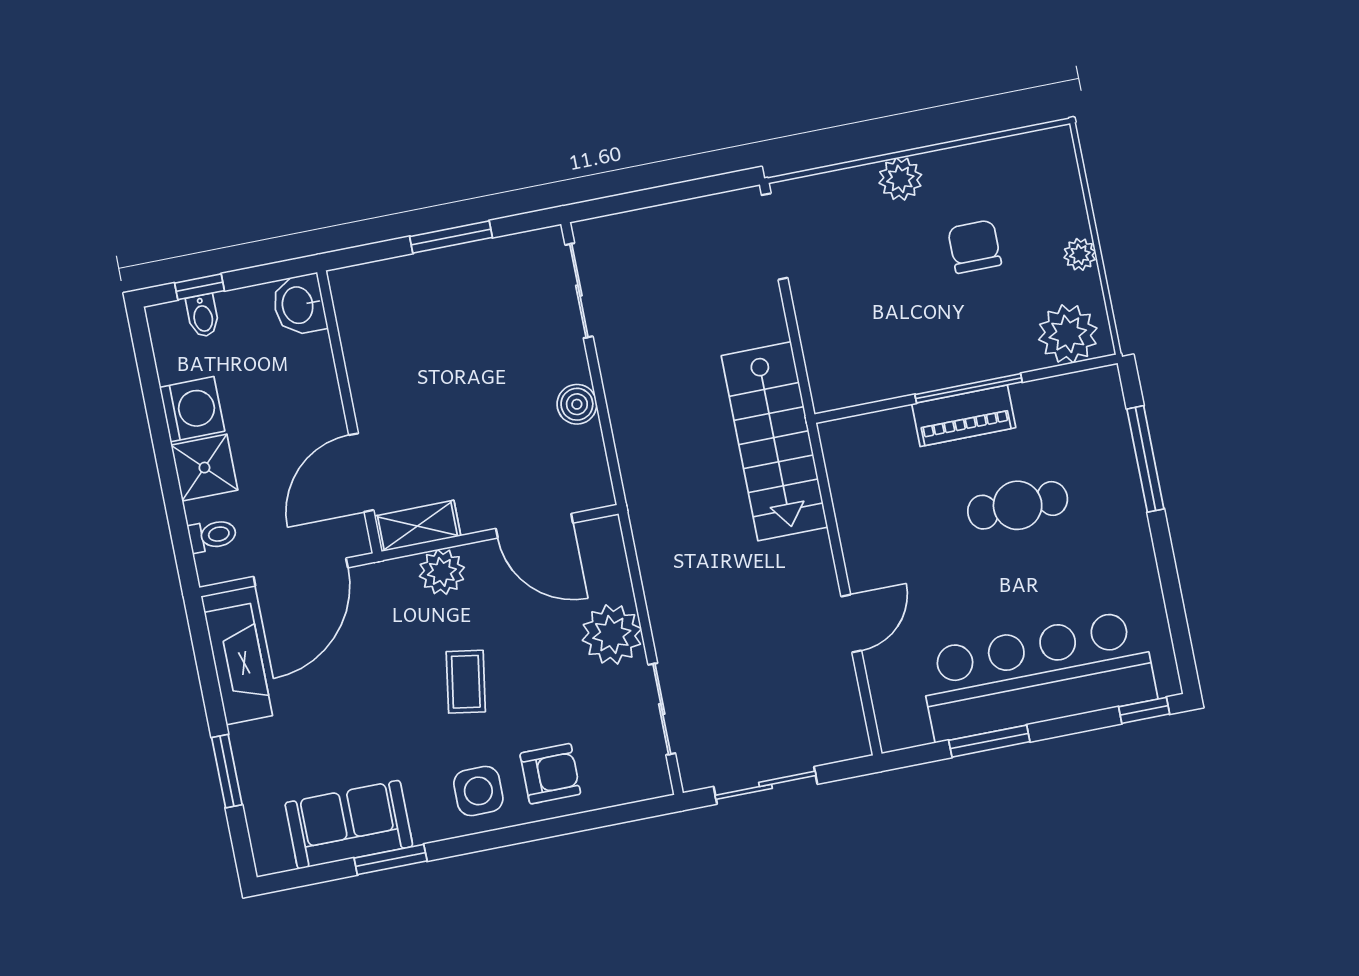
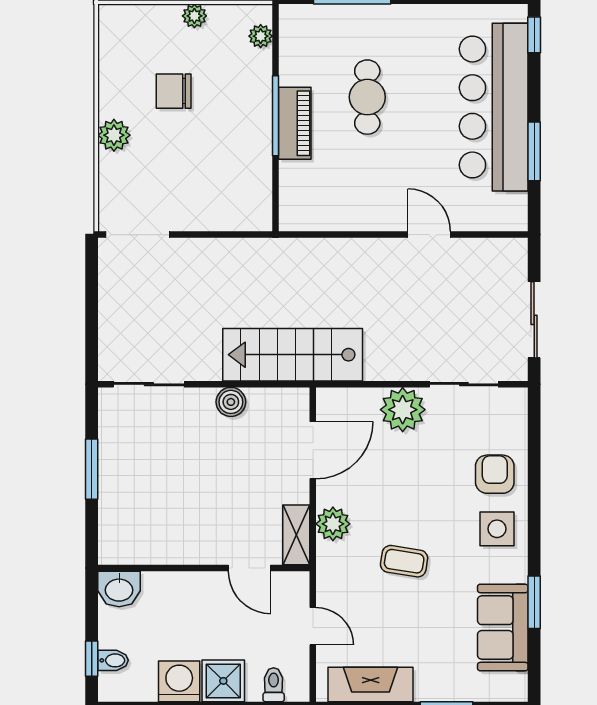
plant: (1068, 334) -> (261, 36), width x0.53, depth x0.53
stairs: (775, 441) -> (293, 355), moved, turned 180
door: (361, 473) -> (249, 568), width x0.73
door: (301, 572) -> (313, 626), width x0.53
coffee table: (466, 682) -> (404, 561), moved

